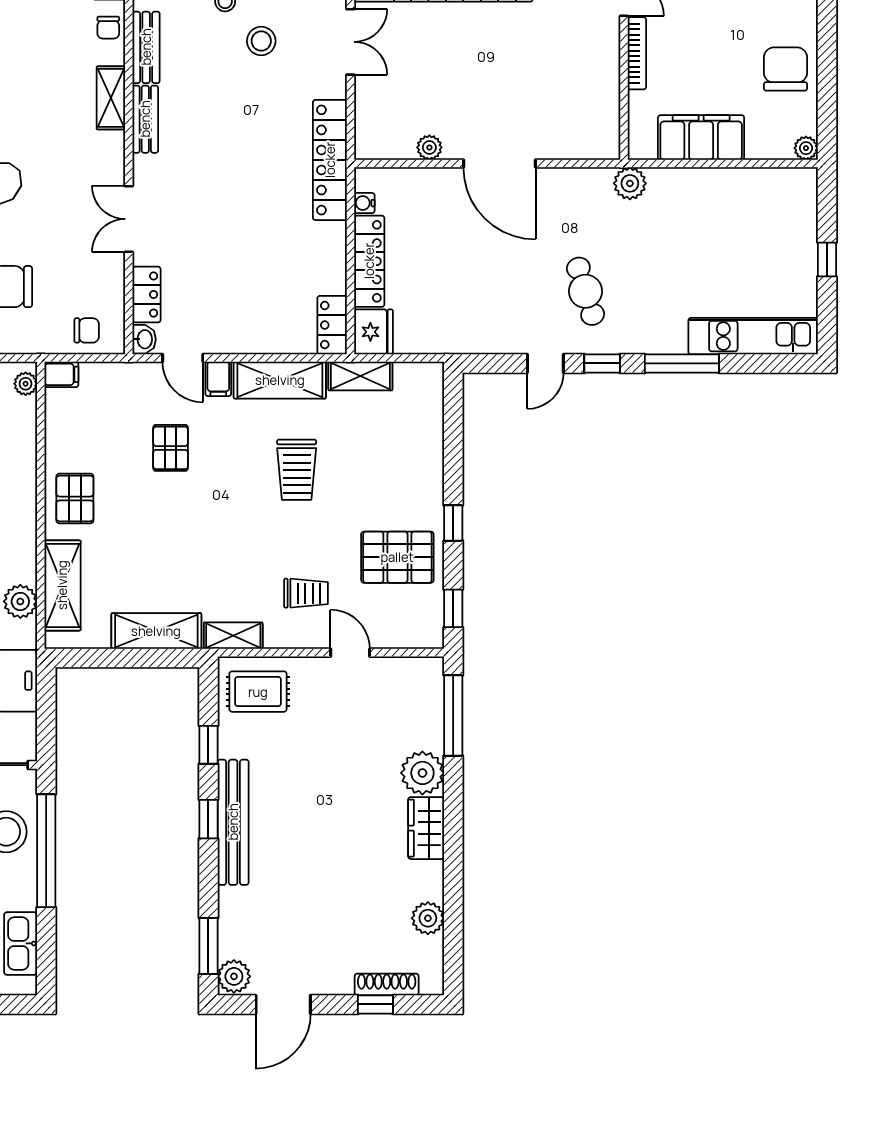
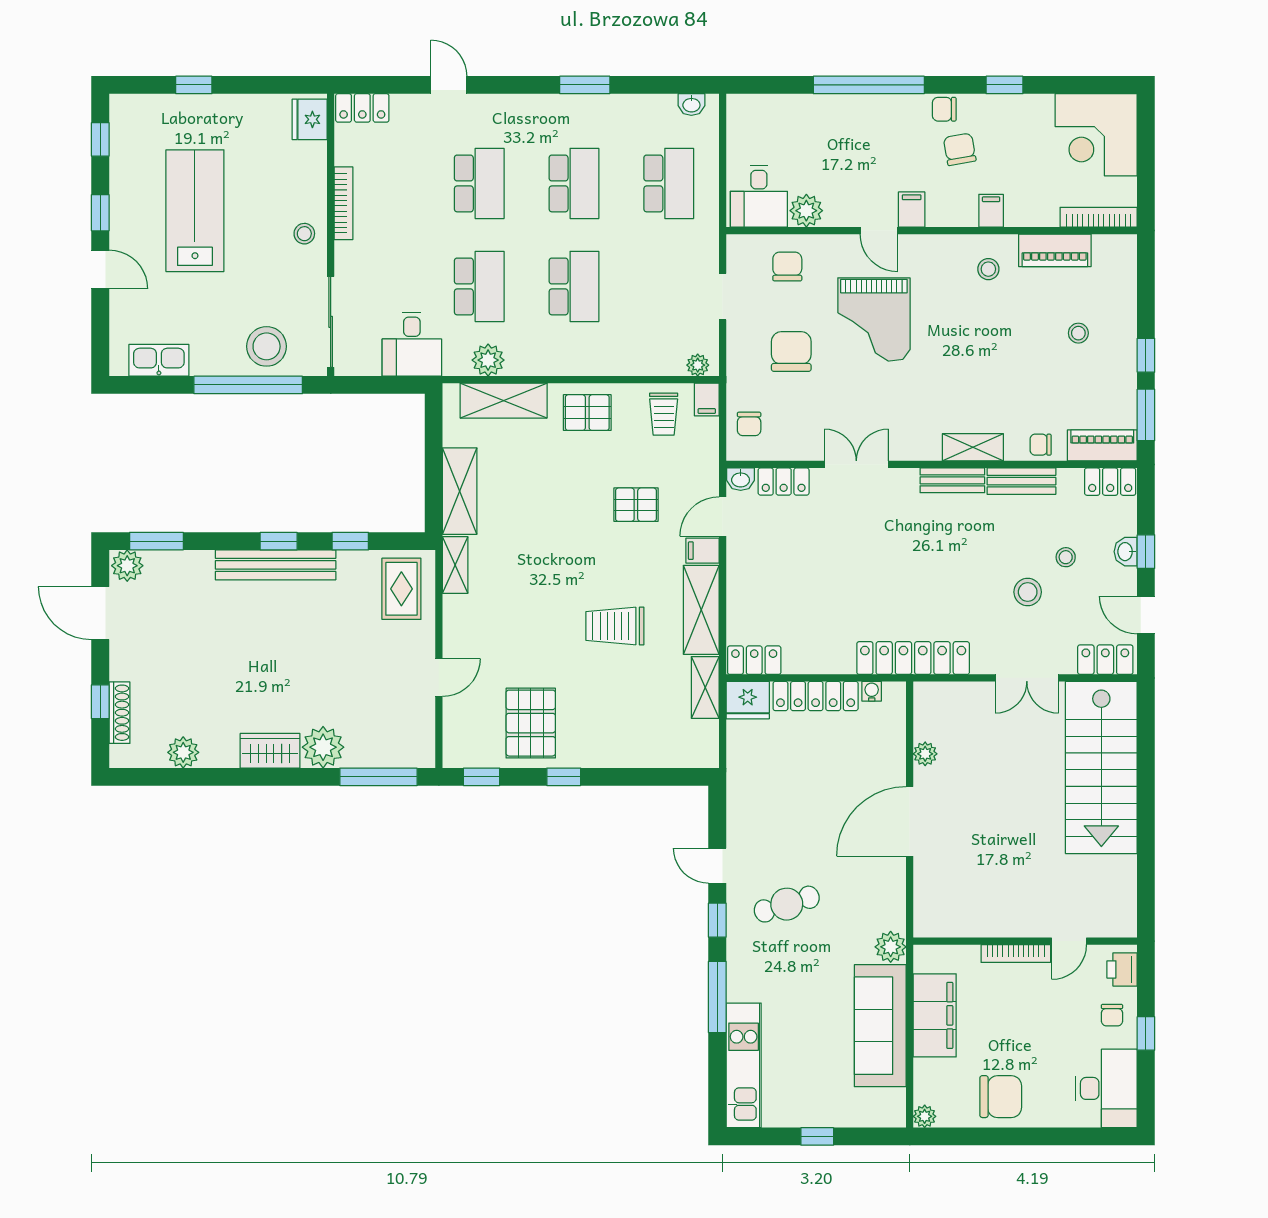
sofa: (712, 194) -> (880, 1026), added
trolley: (306, 593) -> (664, 414), moved

